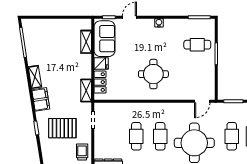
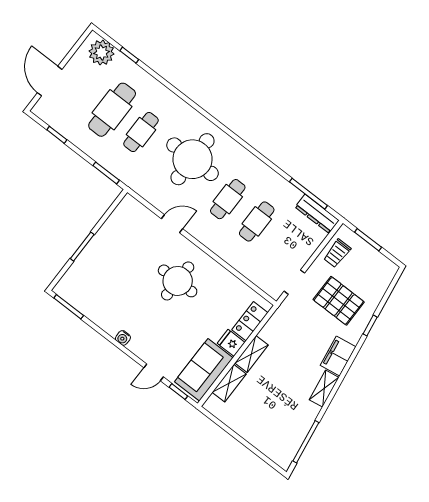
cafe table: (197, 45) -> (97, 275), removed
shelving: (86, 90) -> (252, 354), moved
door: (202, 101) -> (172, 224), moved

